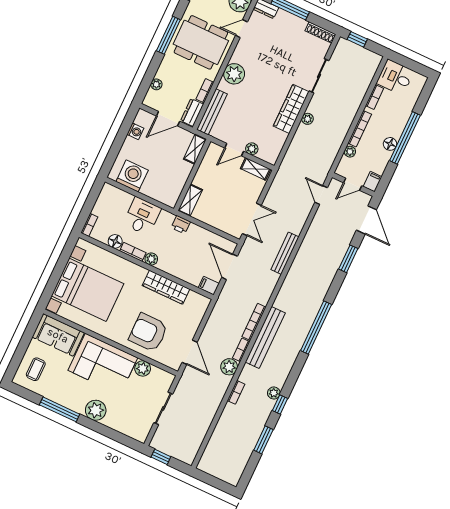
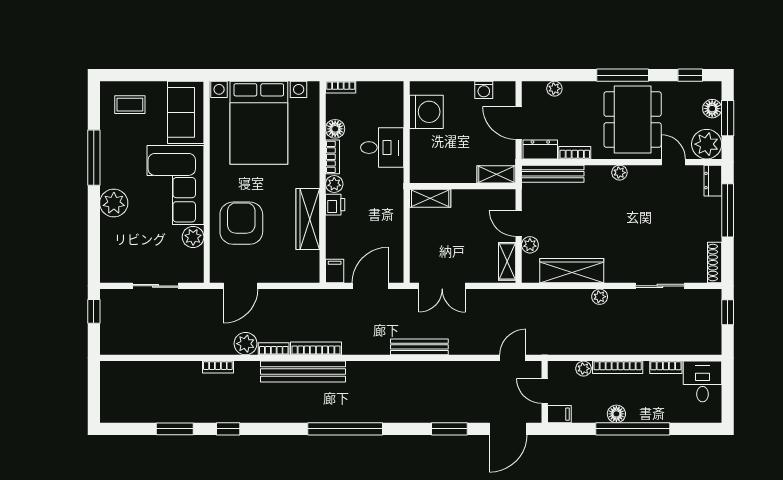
plant: (234, 74) -> (619, 173), width x0.53, depth x0.53
wardrobe: (291, 109) -> (572, 271), moved
printer: (181, 225) -> (335, 205), moved, turned 180
plant: (274, 393) -> (239, 414), removed

